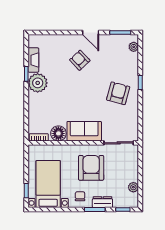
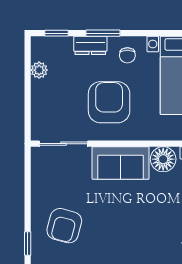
armchair: (91, 168) -> (109, 102), turned 180

